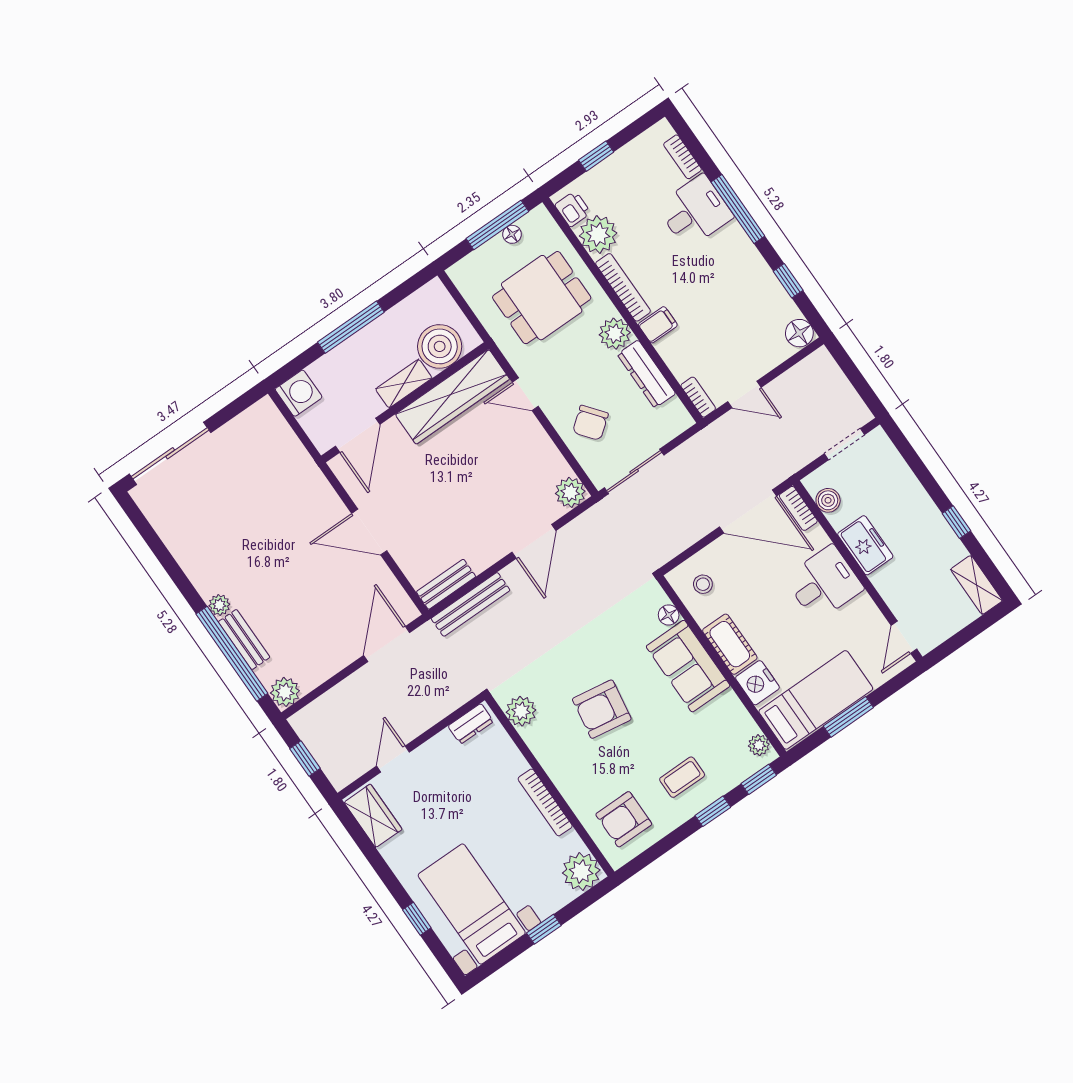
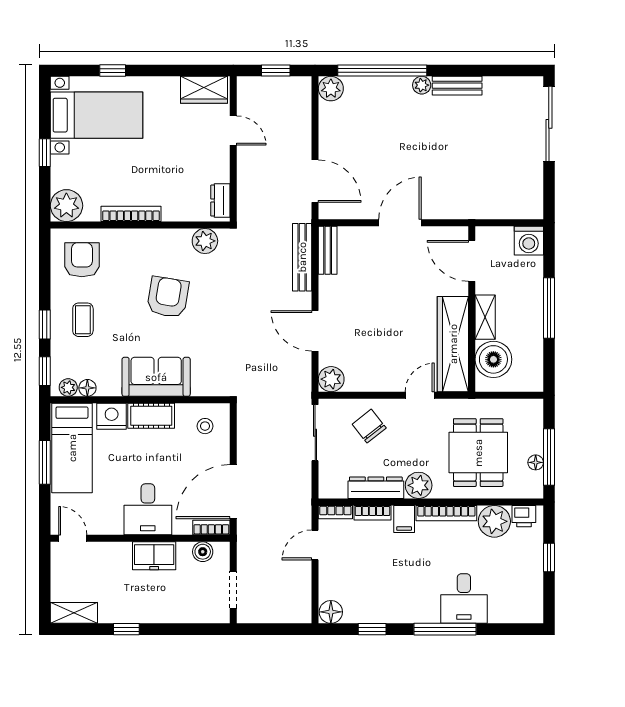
bookcase: (683, 157) -> (372, 513), moved, turned 180
floor lamp: (669, 615) -> (87, 388), moved
bench: (244, 640) -> (457, 86), moved

